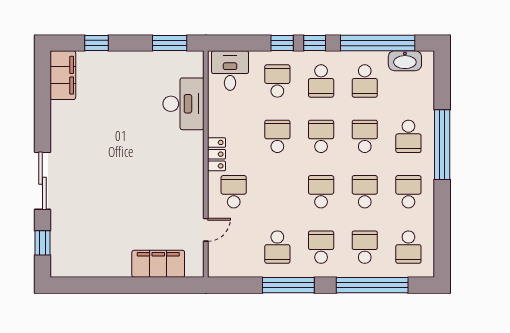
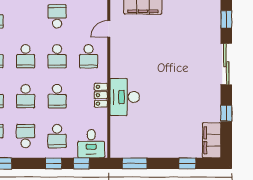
window: (315, 43) -> (81, 163), moved
desk: (183, 104) -> (125, 97), moved
window: (42, 113) -> (226, 113), added
locker: (217, 154) -> (101, 95), moved
school desk: (321, 247) -> (57, 56), moved

